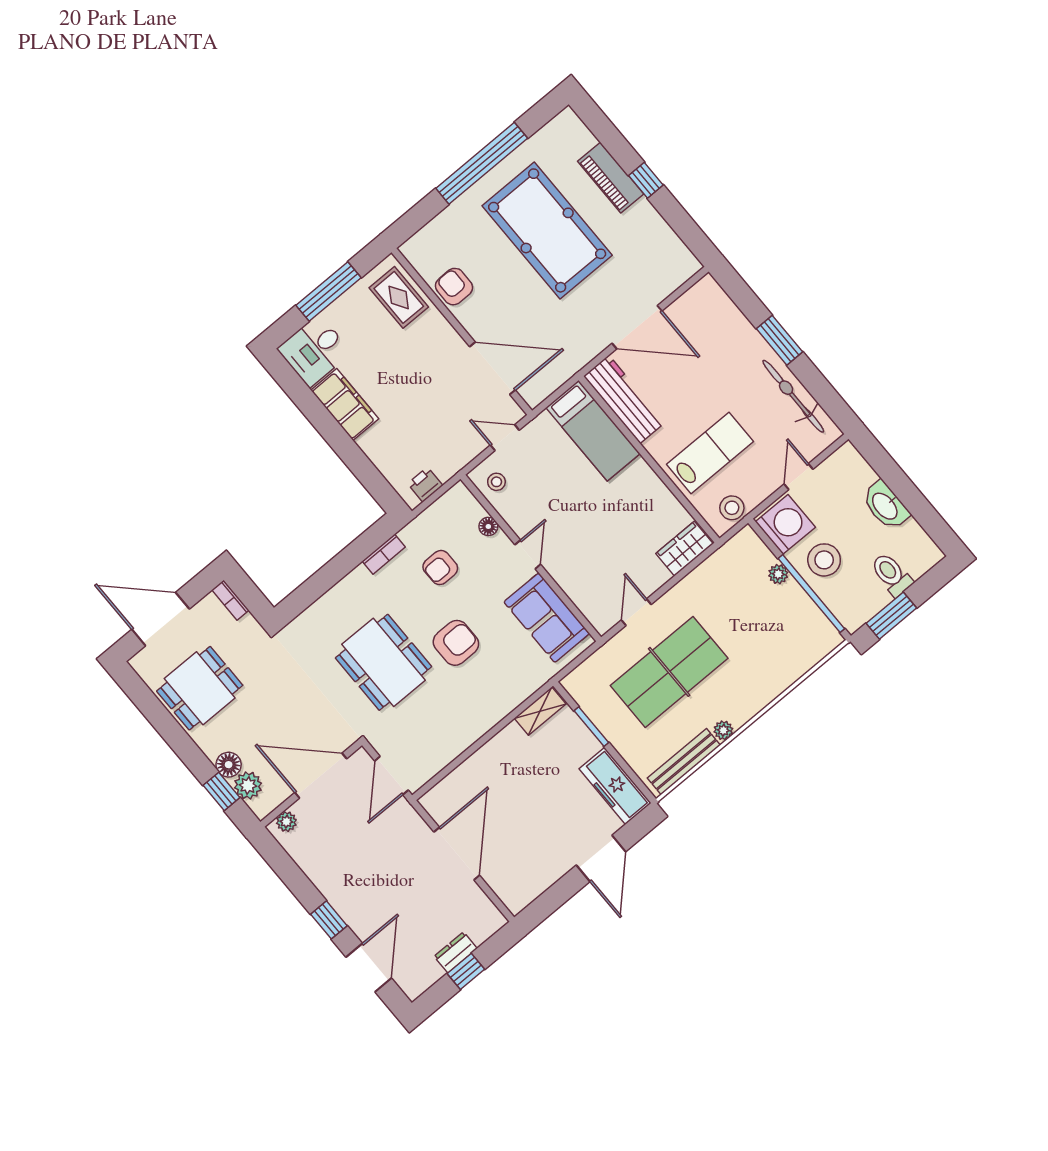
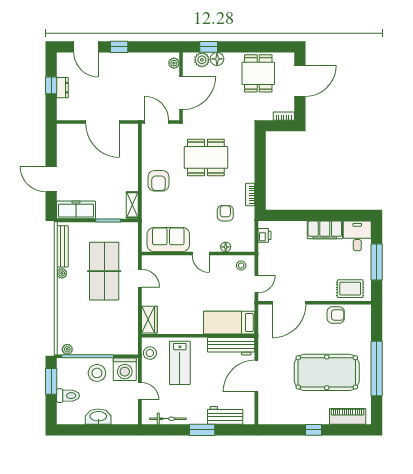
piano: (611, 178) -> (348, 416), moved
workbench: (731, 325) -> (225, 415), added
bicycle: (793, 396) -> (168, 419), width x0.73, depth x0.71
plant: (778, 574) -> (67, 349), moved
armchair: (456, 643) -> (158, 181), moved

